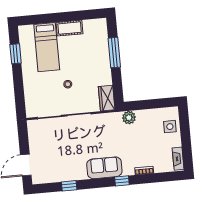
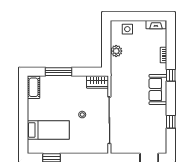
cot: (70, 28) -> (33, 87), moved
plant: (129, 118) -> (116, 51), moved

